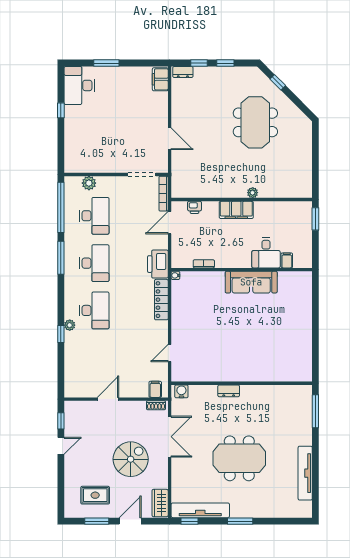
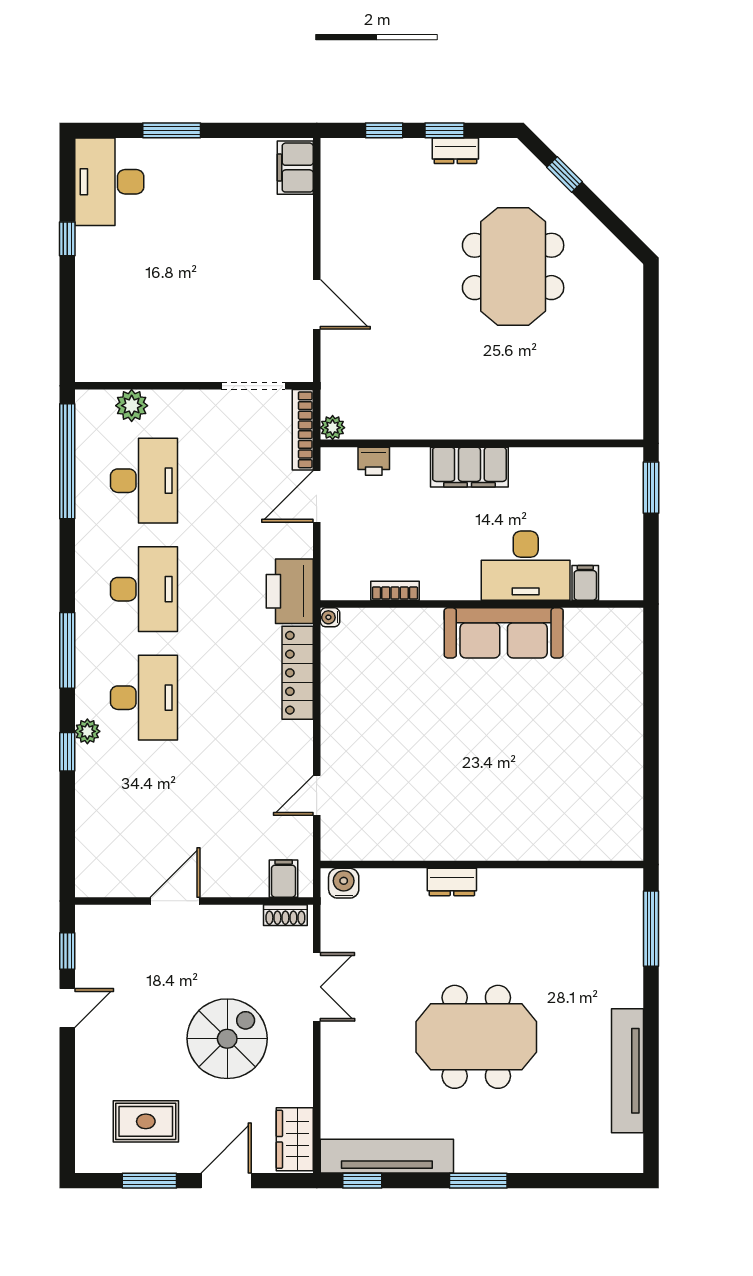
dresser: (183, 72) -> (455, 151), moved
plant: (253, 193) -> (333, 428), moved
desk: (266, 253) -> (526, 566), width x1.37
window: (61, 258) -> (67, 650), moved
double door: (170, 437) -> (317, 987), width x0.73

